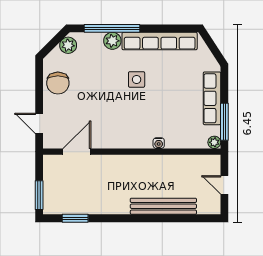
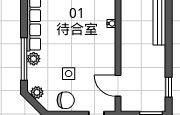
side table: (137, 79) -> (69, 74), moved

